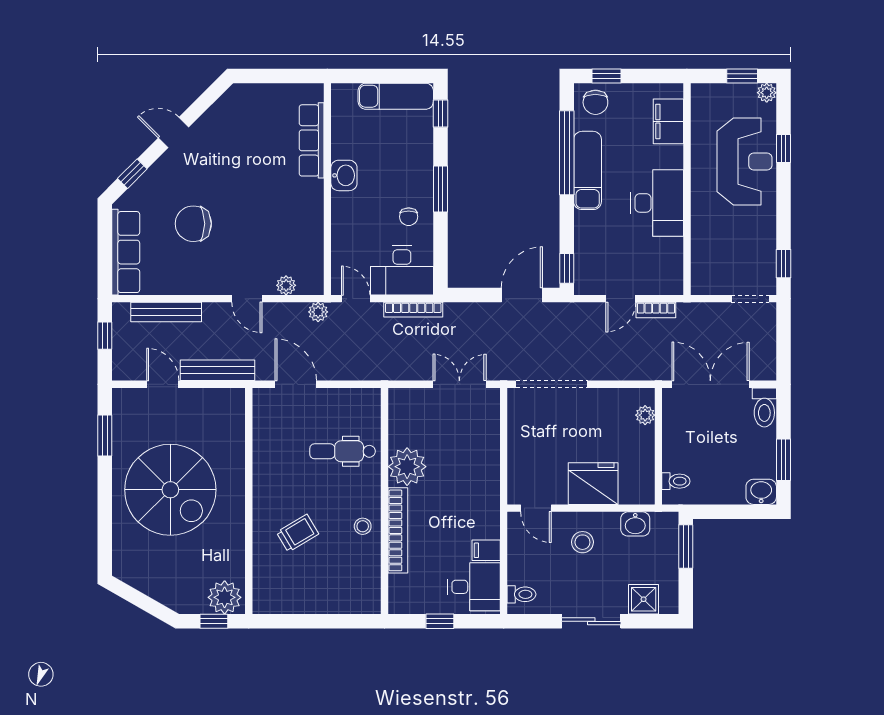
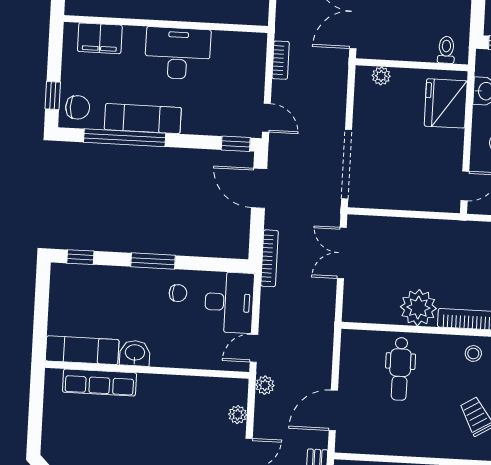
exam couch: (396, 96) -> (82, 350), moved, turned -90
door: (621, 299) -> (266, 118), moved
bookcase: (413, 310) -> (270, 258), moved
fridge: (593, 484) -> (446, 103), moved

